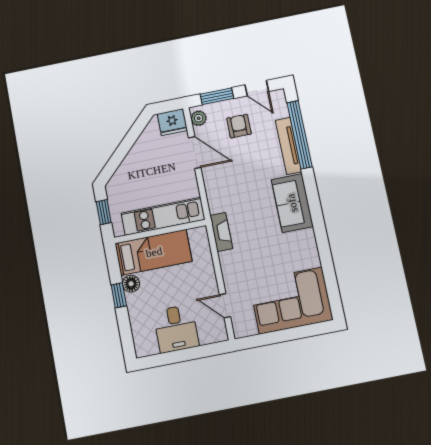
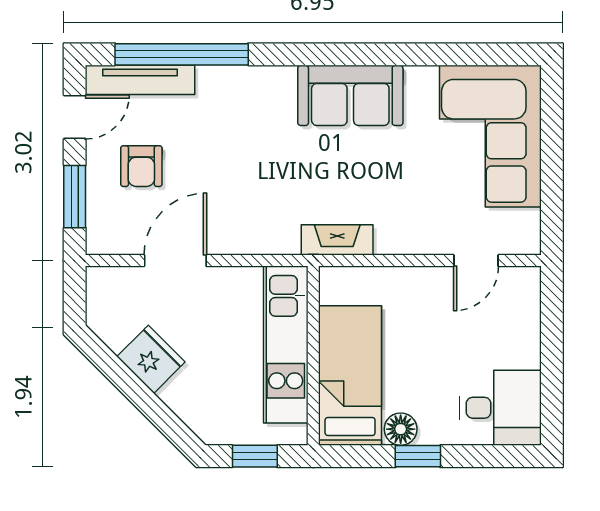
plant: (199, 118) -> (110, 240), removed
fridge: (172, 122) -> (151, 359), moved, turned -45
armchair: (239, 126) -> (141, 166), turned -90
tv unit: (288, 146) -> (140, 80), moved
sofa: (292, 203) -> (350, 95), moved
desk: (176, 329) -> (500, 408), moved

